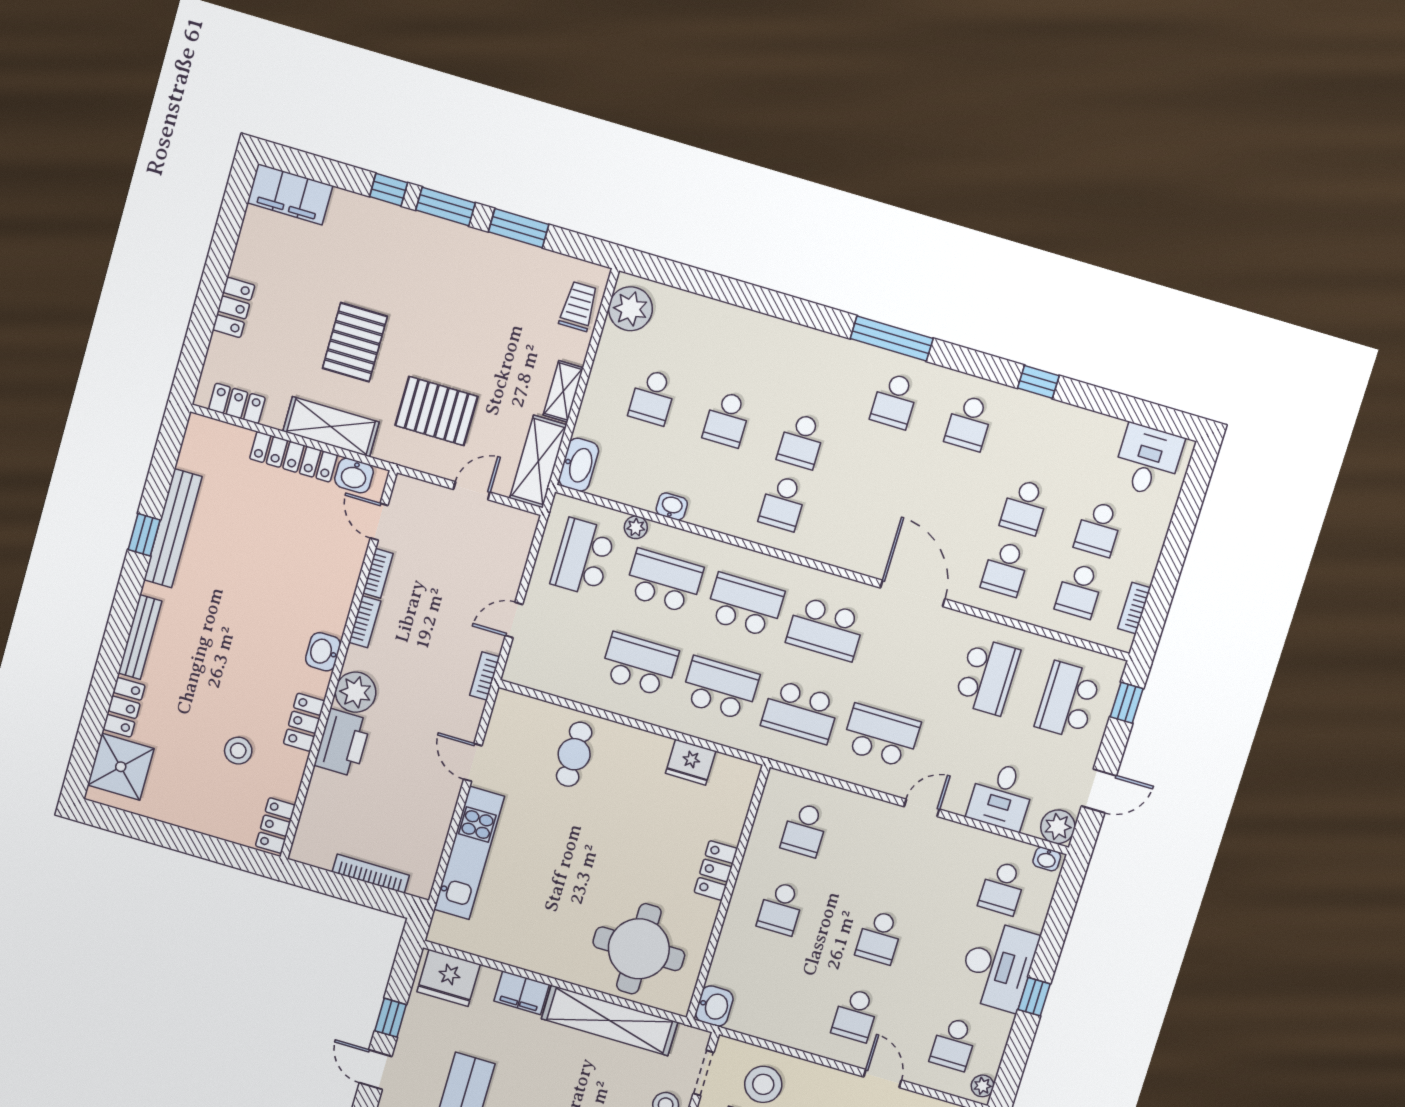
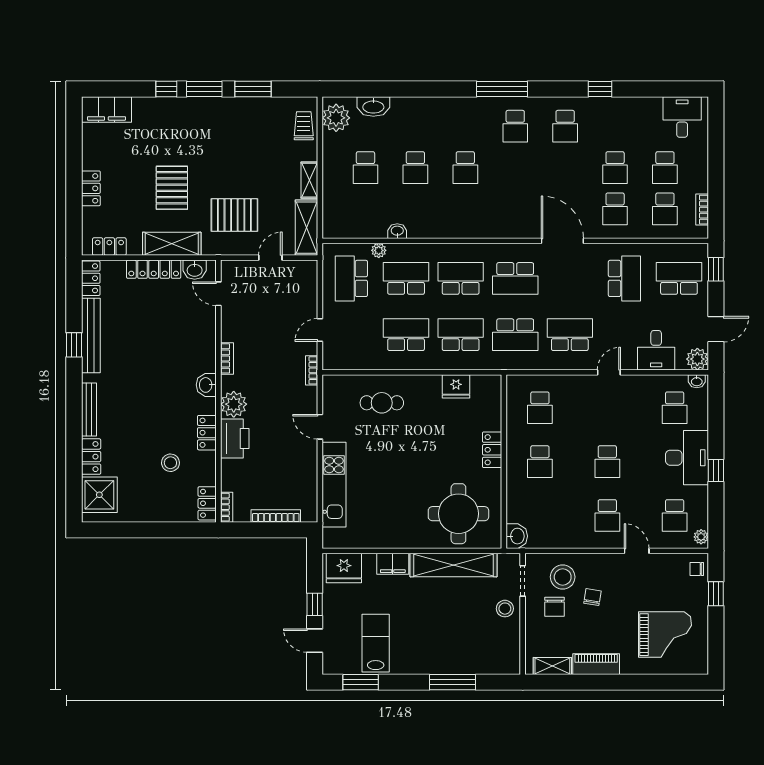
locker: (196, 443) -> (91, 278), added
washbasin: (579, 465) -> (373, 106), moved, turned 90
school desk: (783, 503) -> (465, 209), removed
bookcase: (378, 573) -> (227, 507), moved
school desk: (1068, 700) -> (679, 278), turned 90
cafe table: (574, 754) -> (382, 403), turned 90

